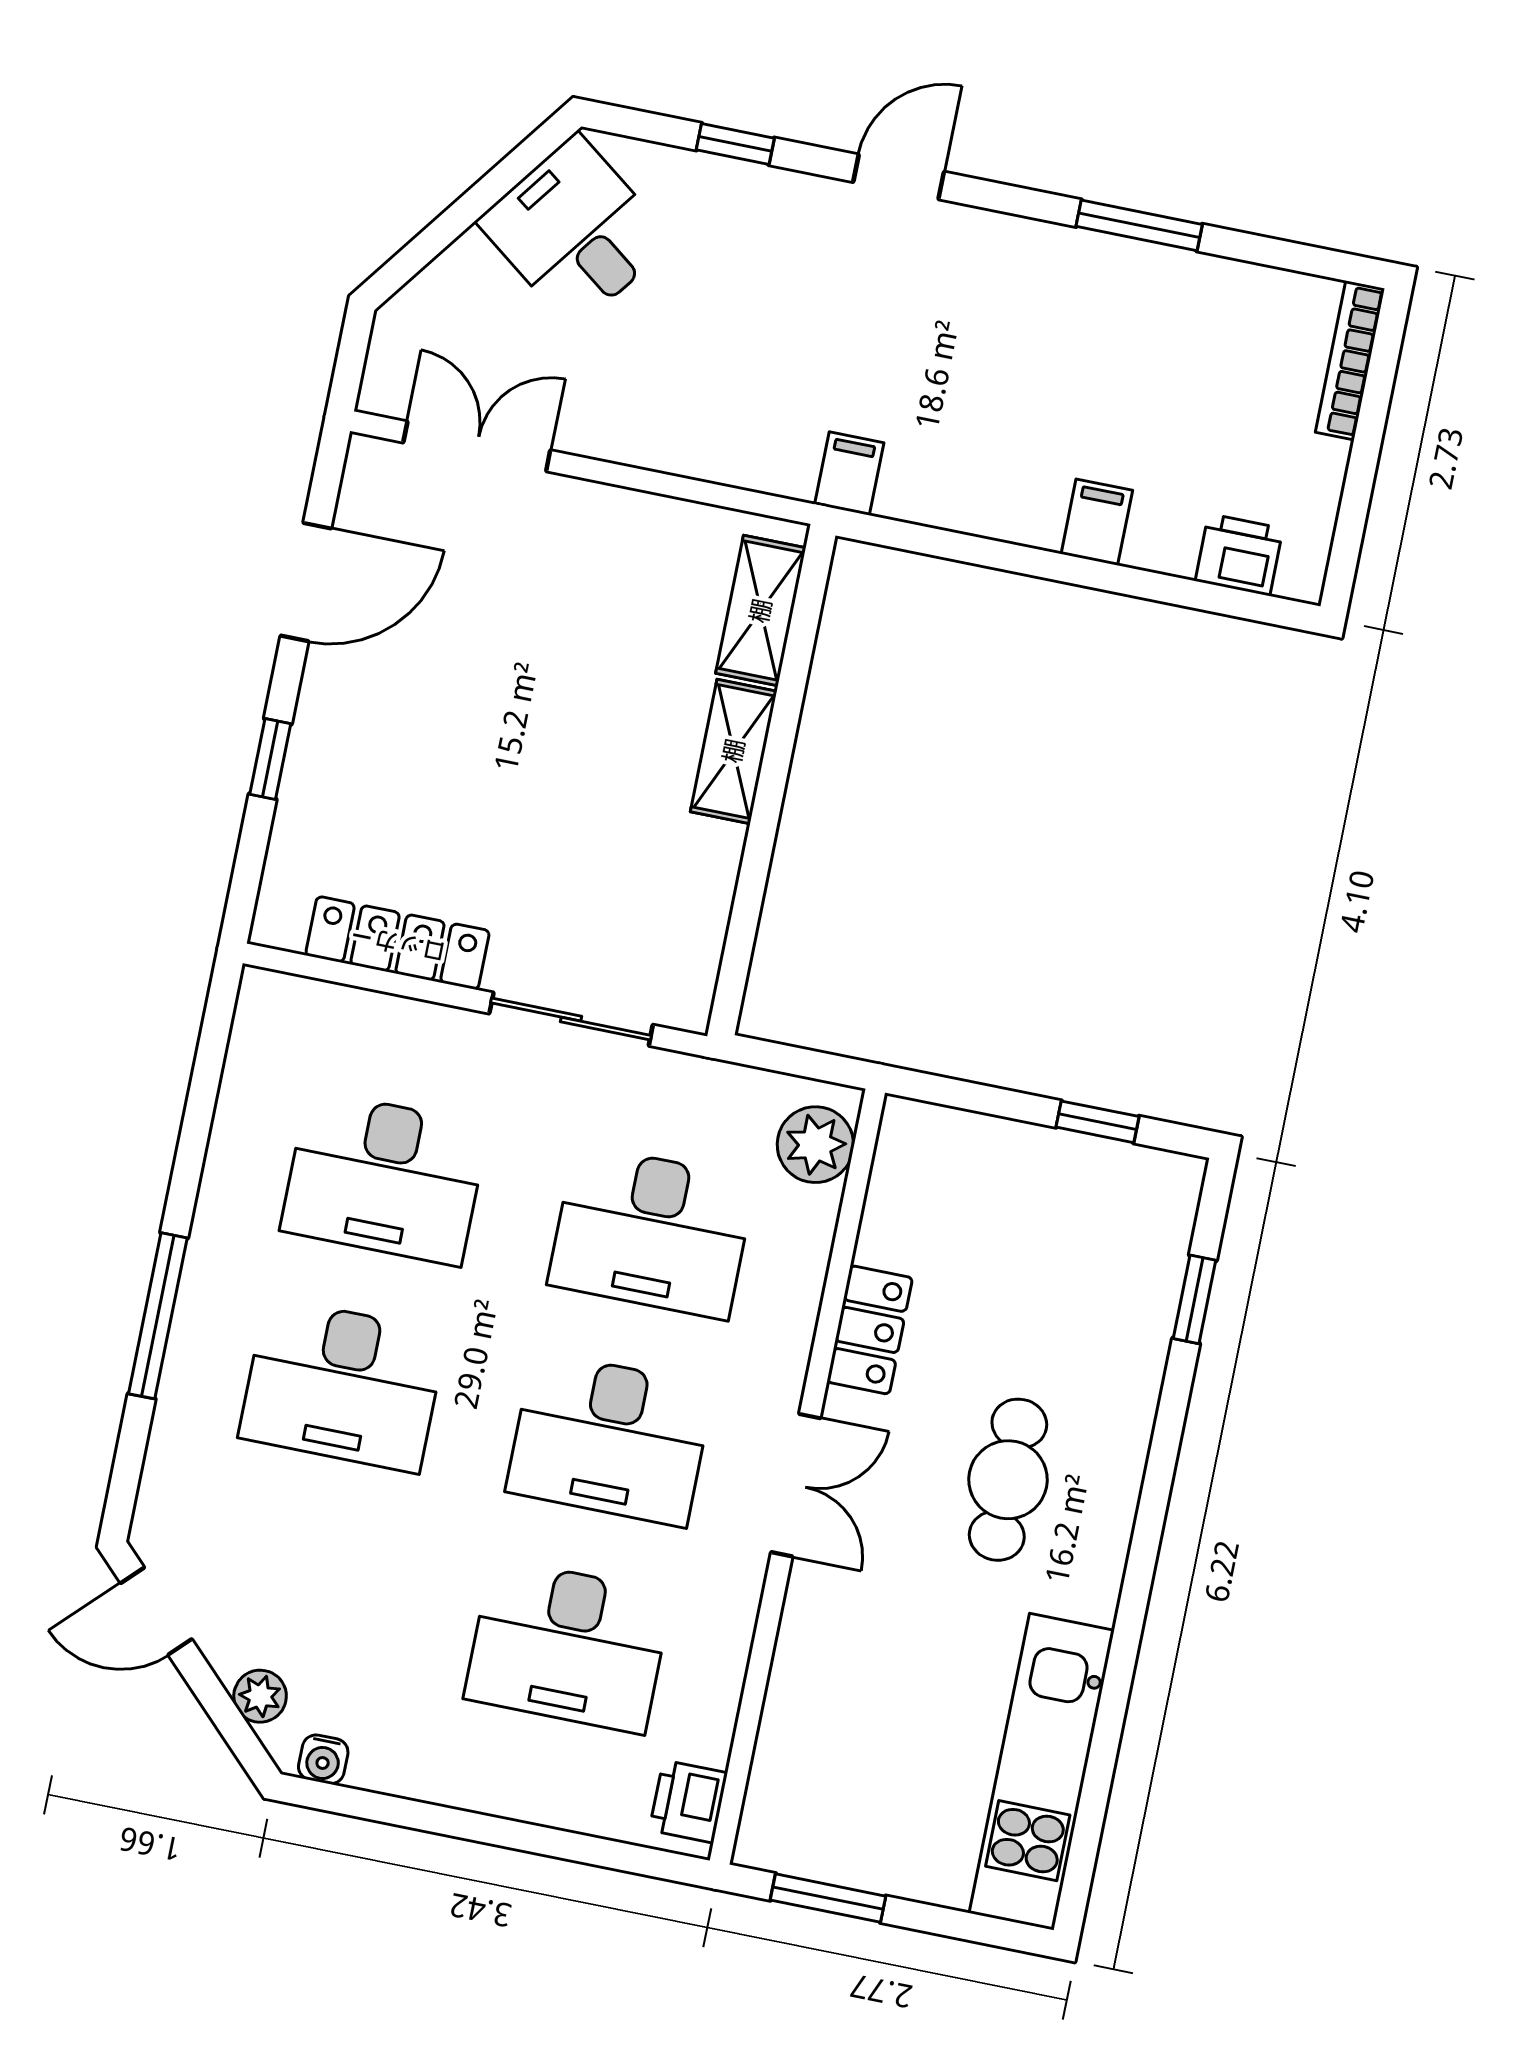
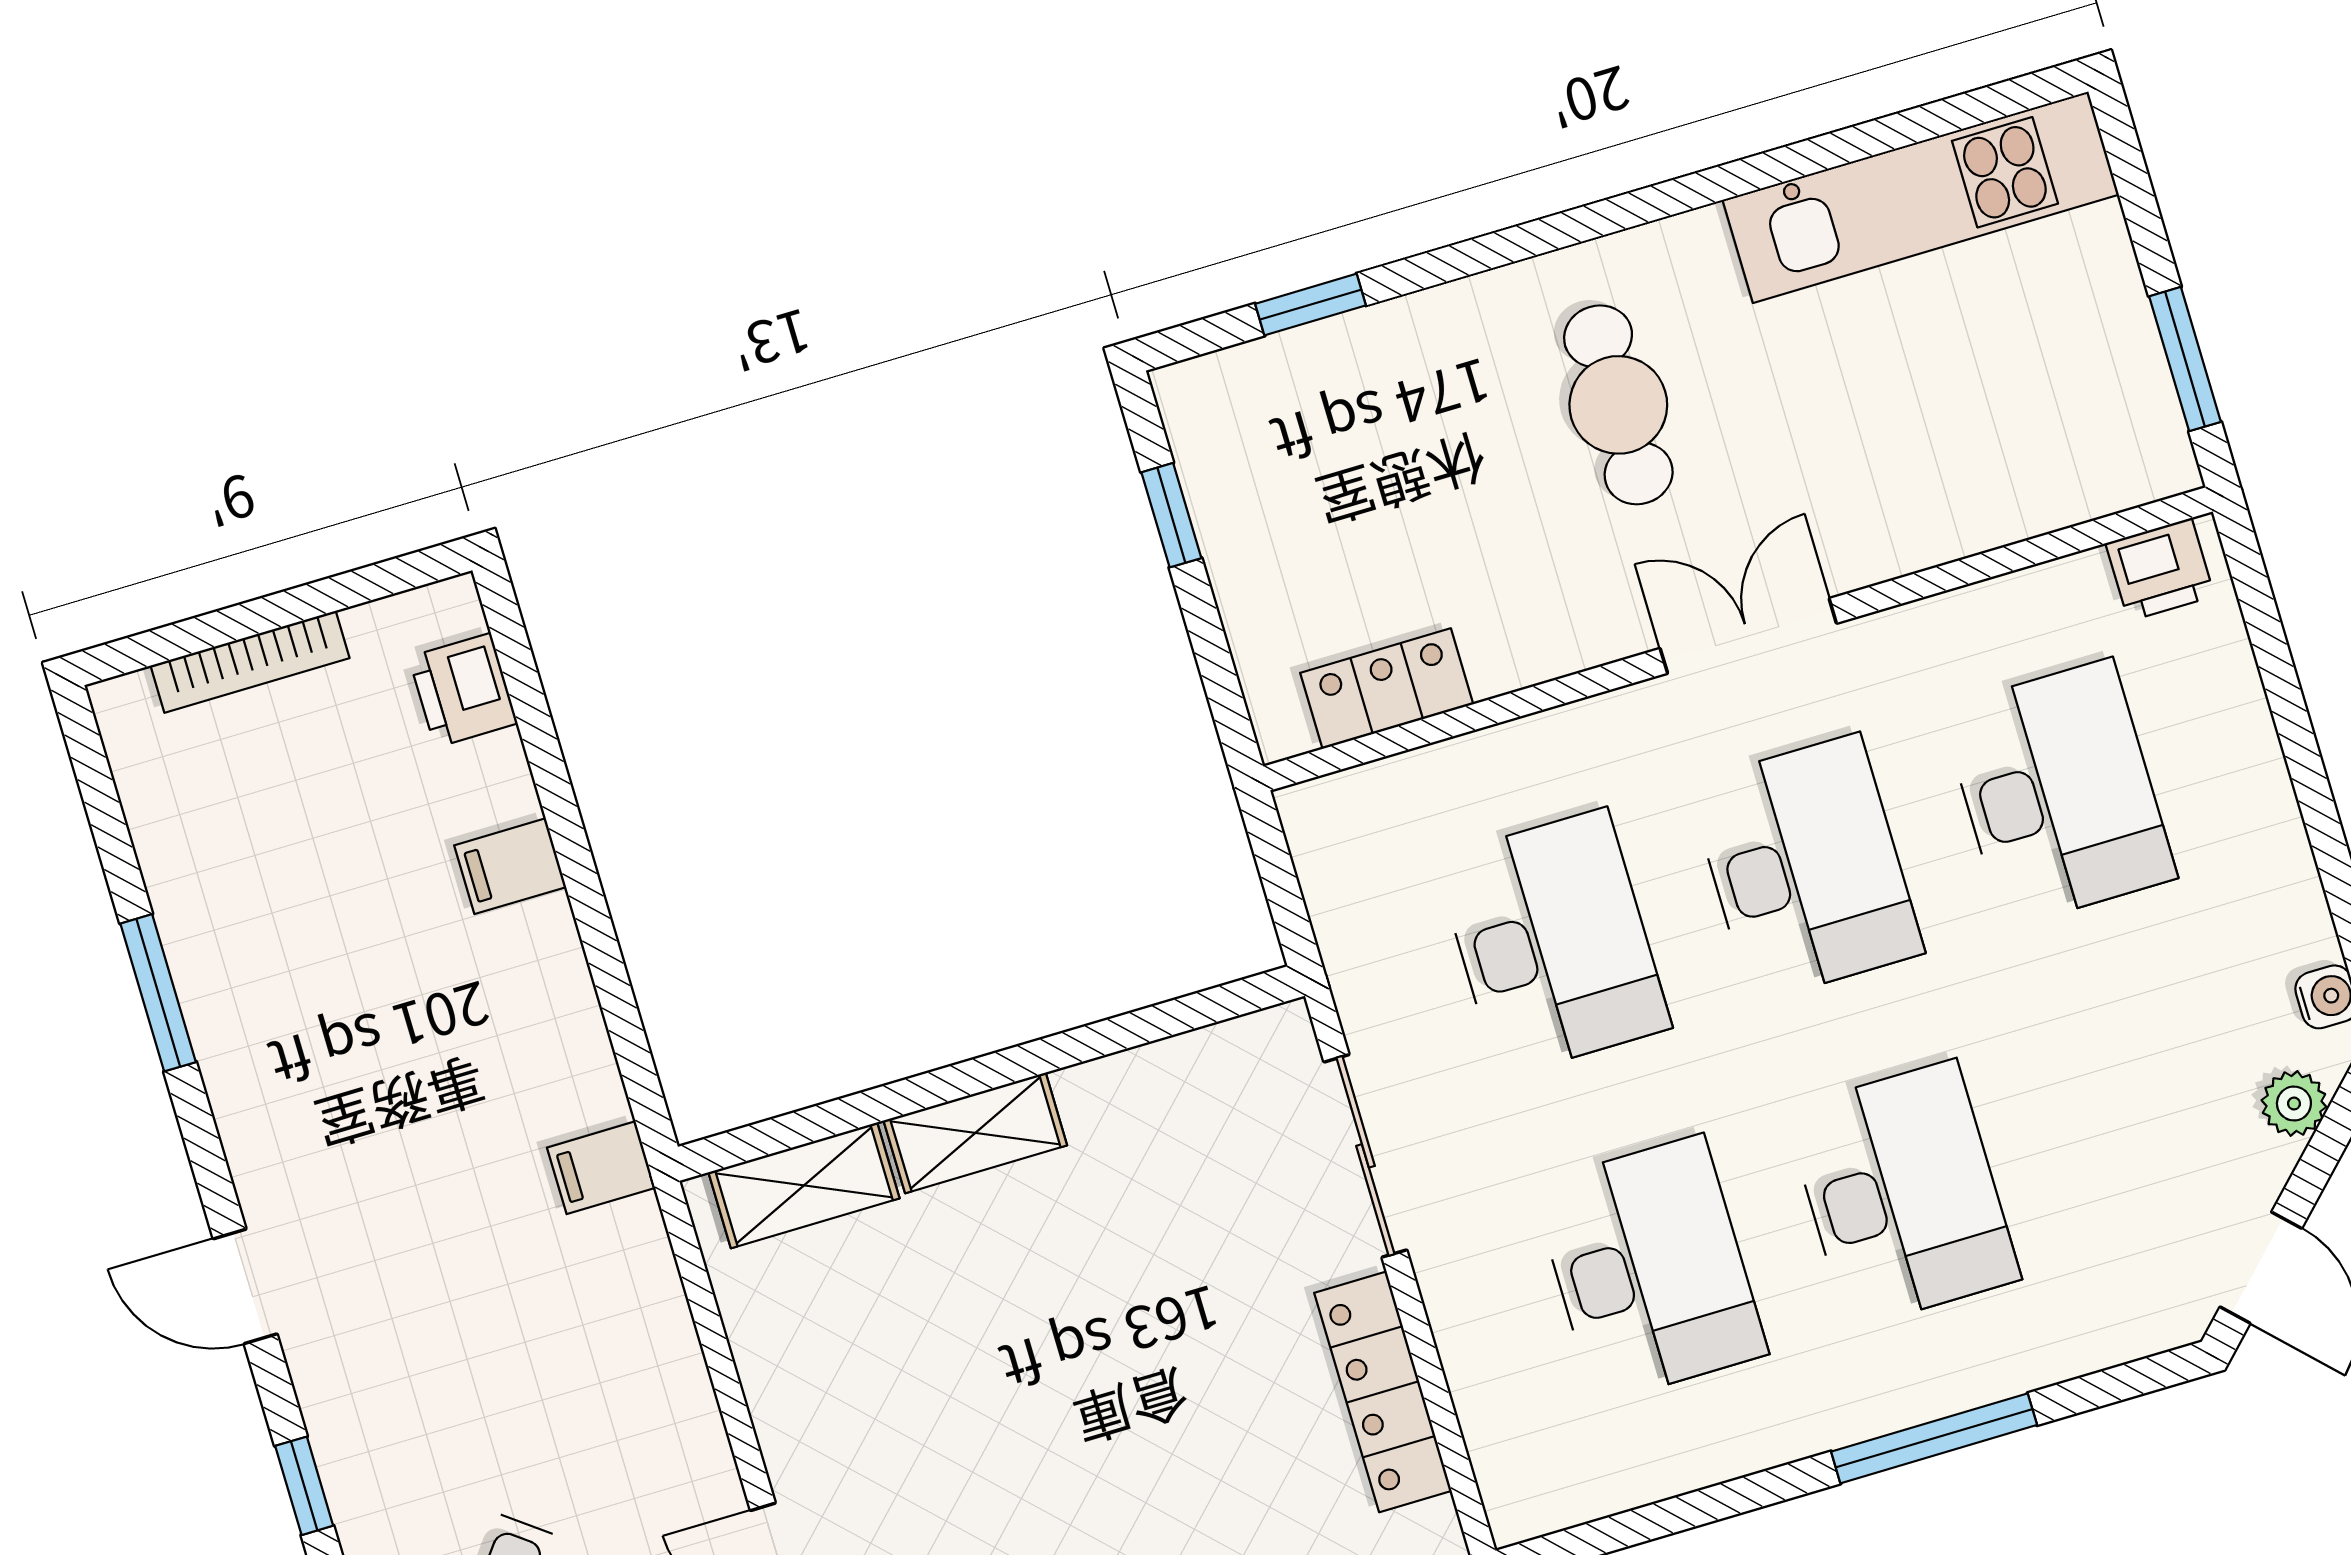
bookcase: (1350, 360) -> (250, 662), moved
plant: (815, 1145) -> (1361, 813), removed
locker: (870, 1330) -> (1387, 689), moved
cafe table: (1008, 1480) -> (1618, 405), turned 90

